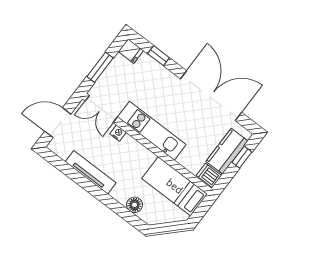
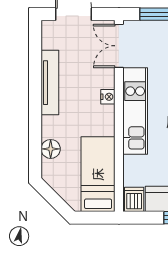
nightstand: (118, 133) -> (108, 97), moved

